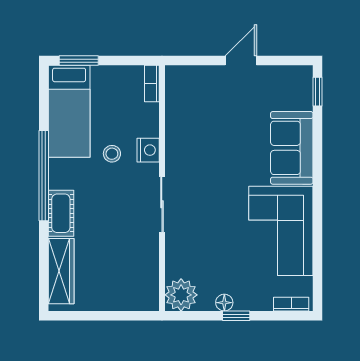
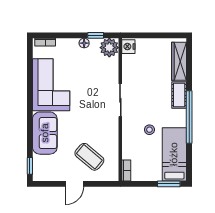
coffee table: (215, 107) -> (89, 157), added
nightstand: (148, 150) -> (128, 47), moved
window: (236, 316) -> (96, 35), moved

